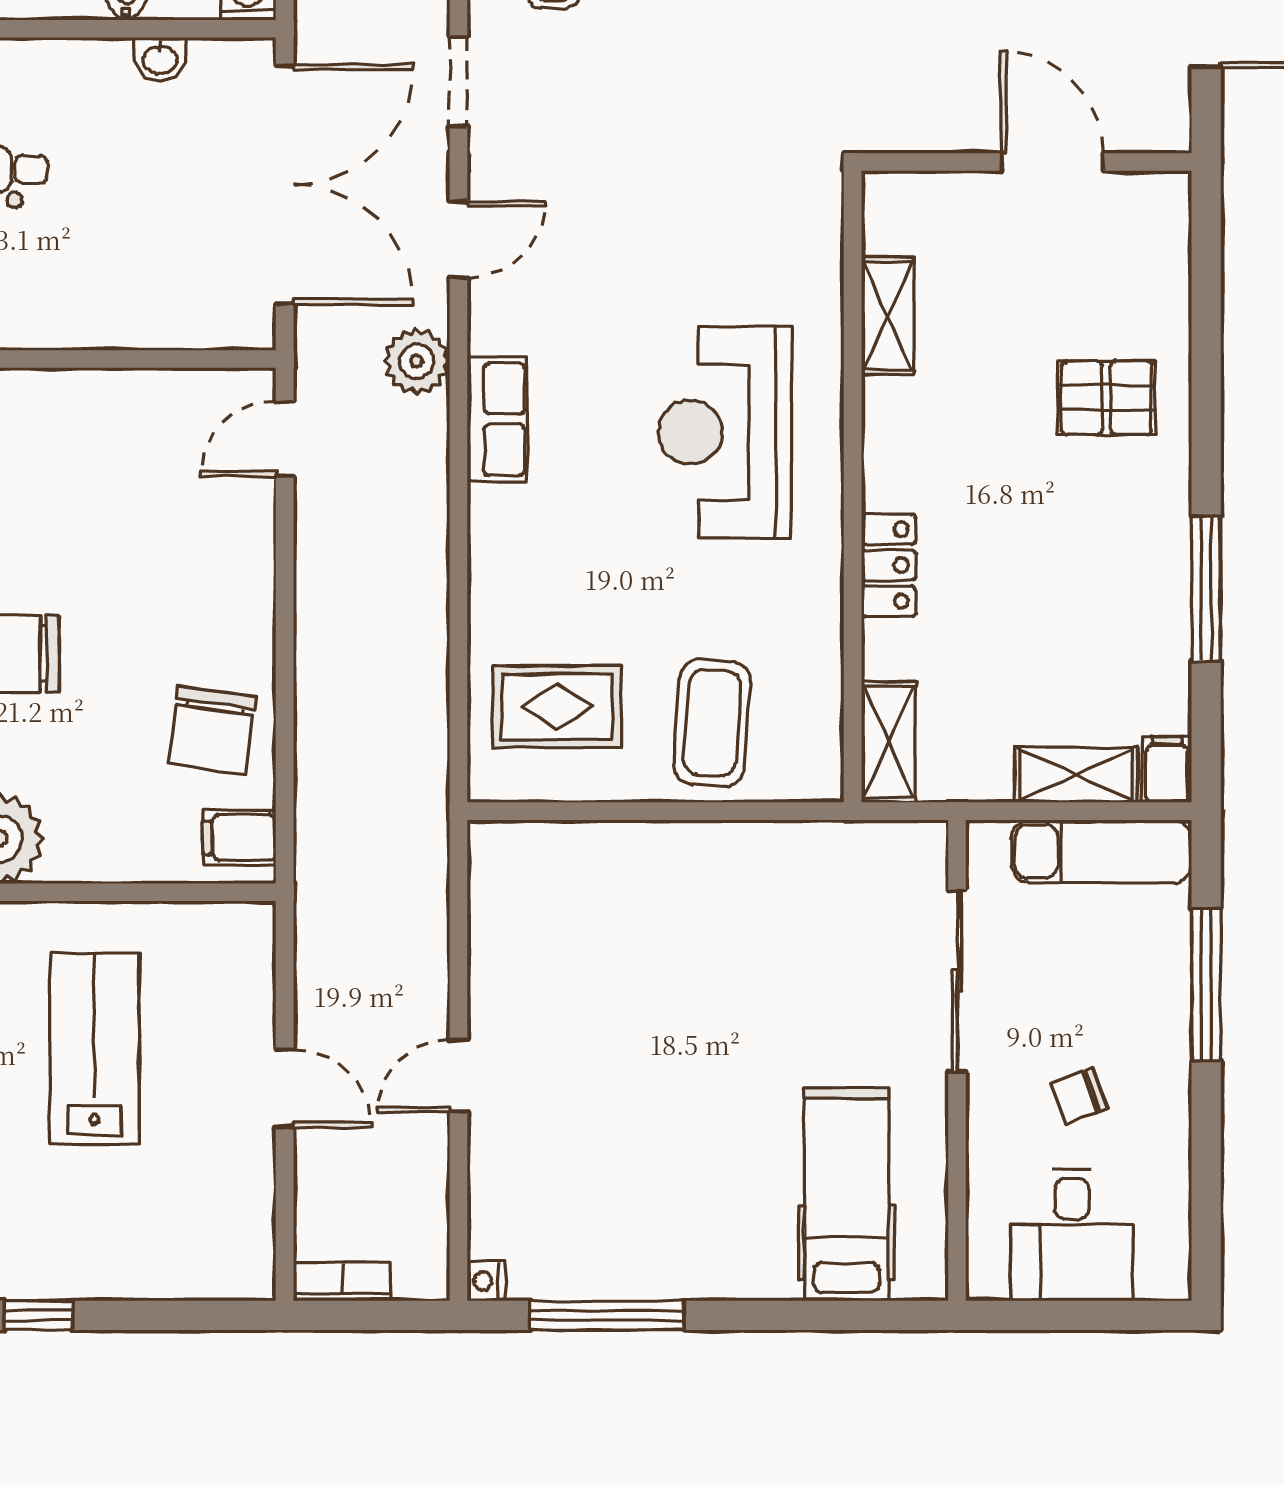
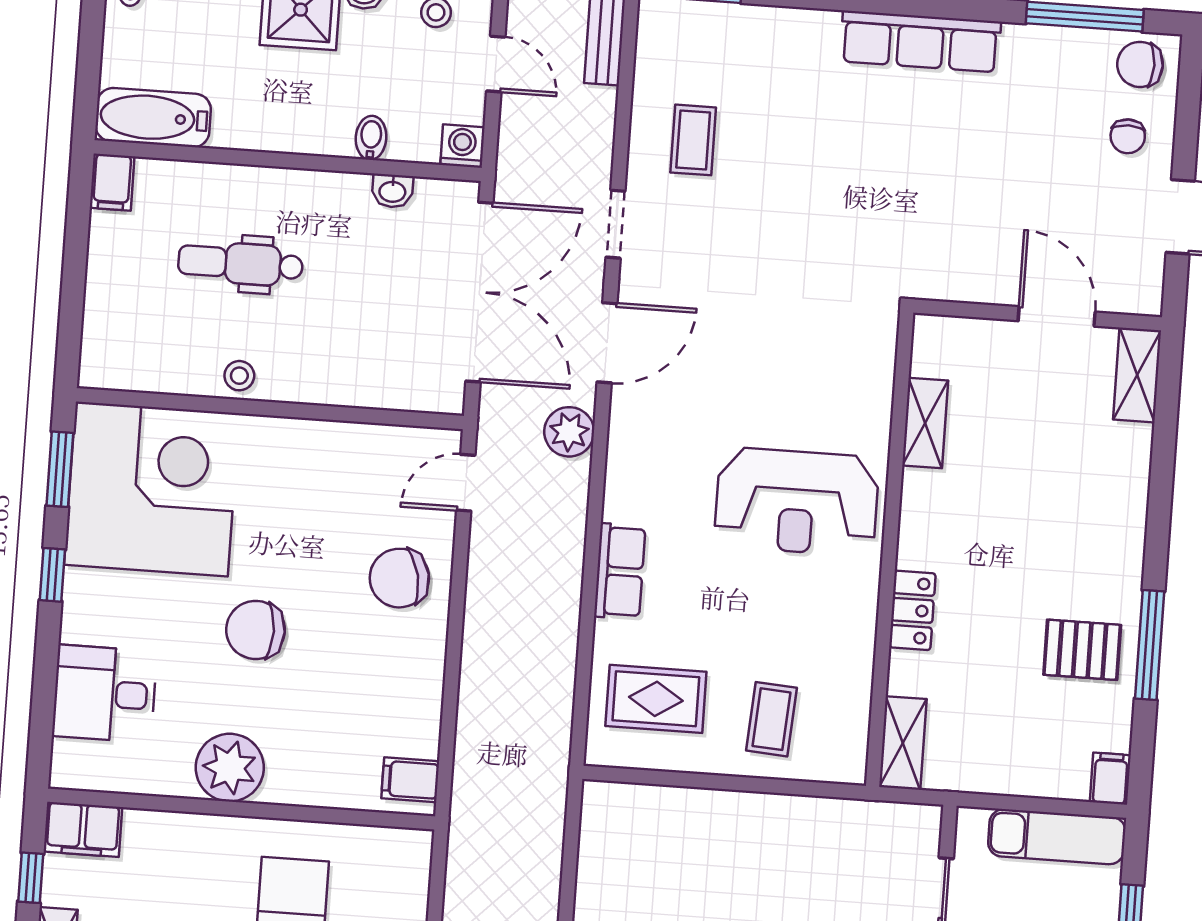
door: (459, 240) -> (607, 343), width x1.38
pallet: (1107, 398) -> (1082, 650), moved
row of seats: (497, 419) -> (620, 571), moved
reception desk: (725, 432) -> (797, 502), turned -90
coffee table: (712, 723) -> (772, 719), width x0.73, depth x0.77
chair: (212, 730) -> (399, 578), moved, turned 70
shelving: (1076, 775) -> (1137, 375), moved, turned 90

